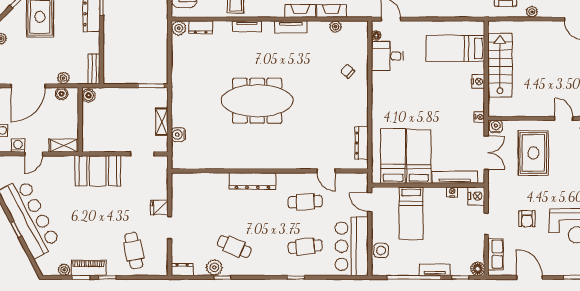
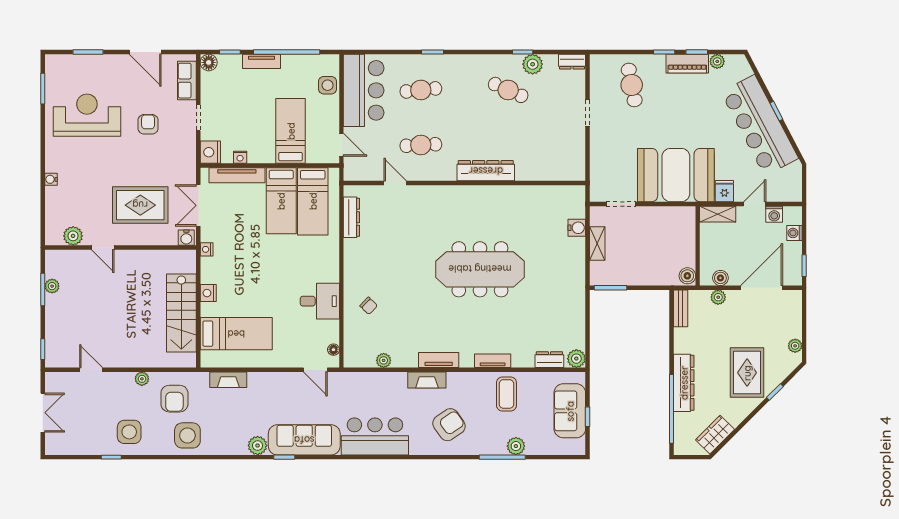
fireplace: (332, 11) -> (228, 380), moved
desk: (387, 56) -> (320, 301), moved
rug: (533, 153) -> (140, 205), turned 90
booth: (98, 171) -> (676, 175), width x1.36, depth x1.42
fridge: (159, 208) -> (724, 191), moved, turned -90

